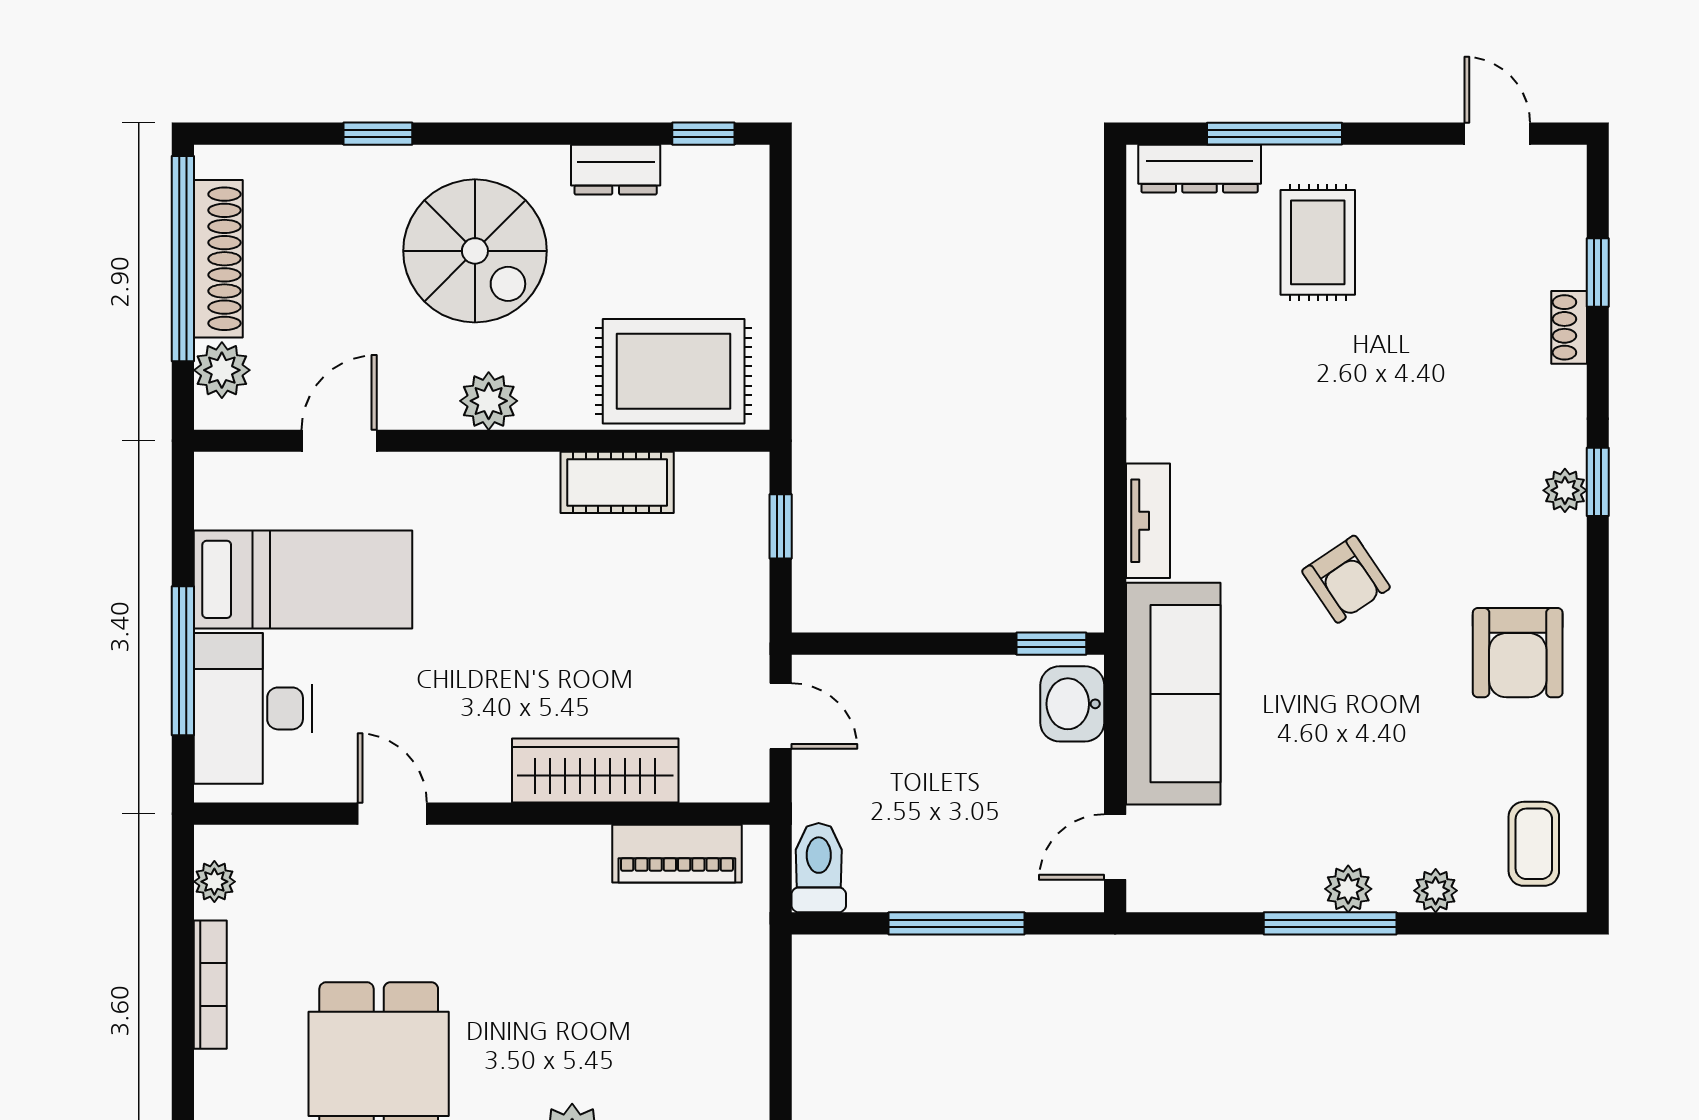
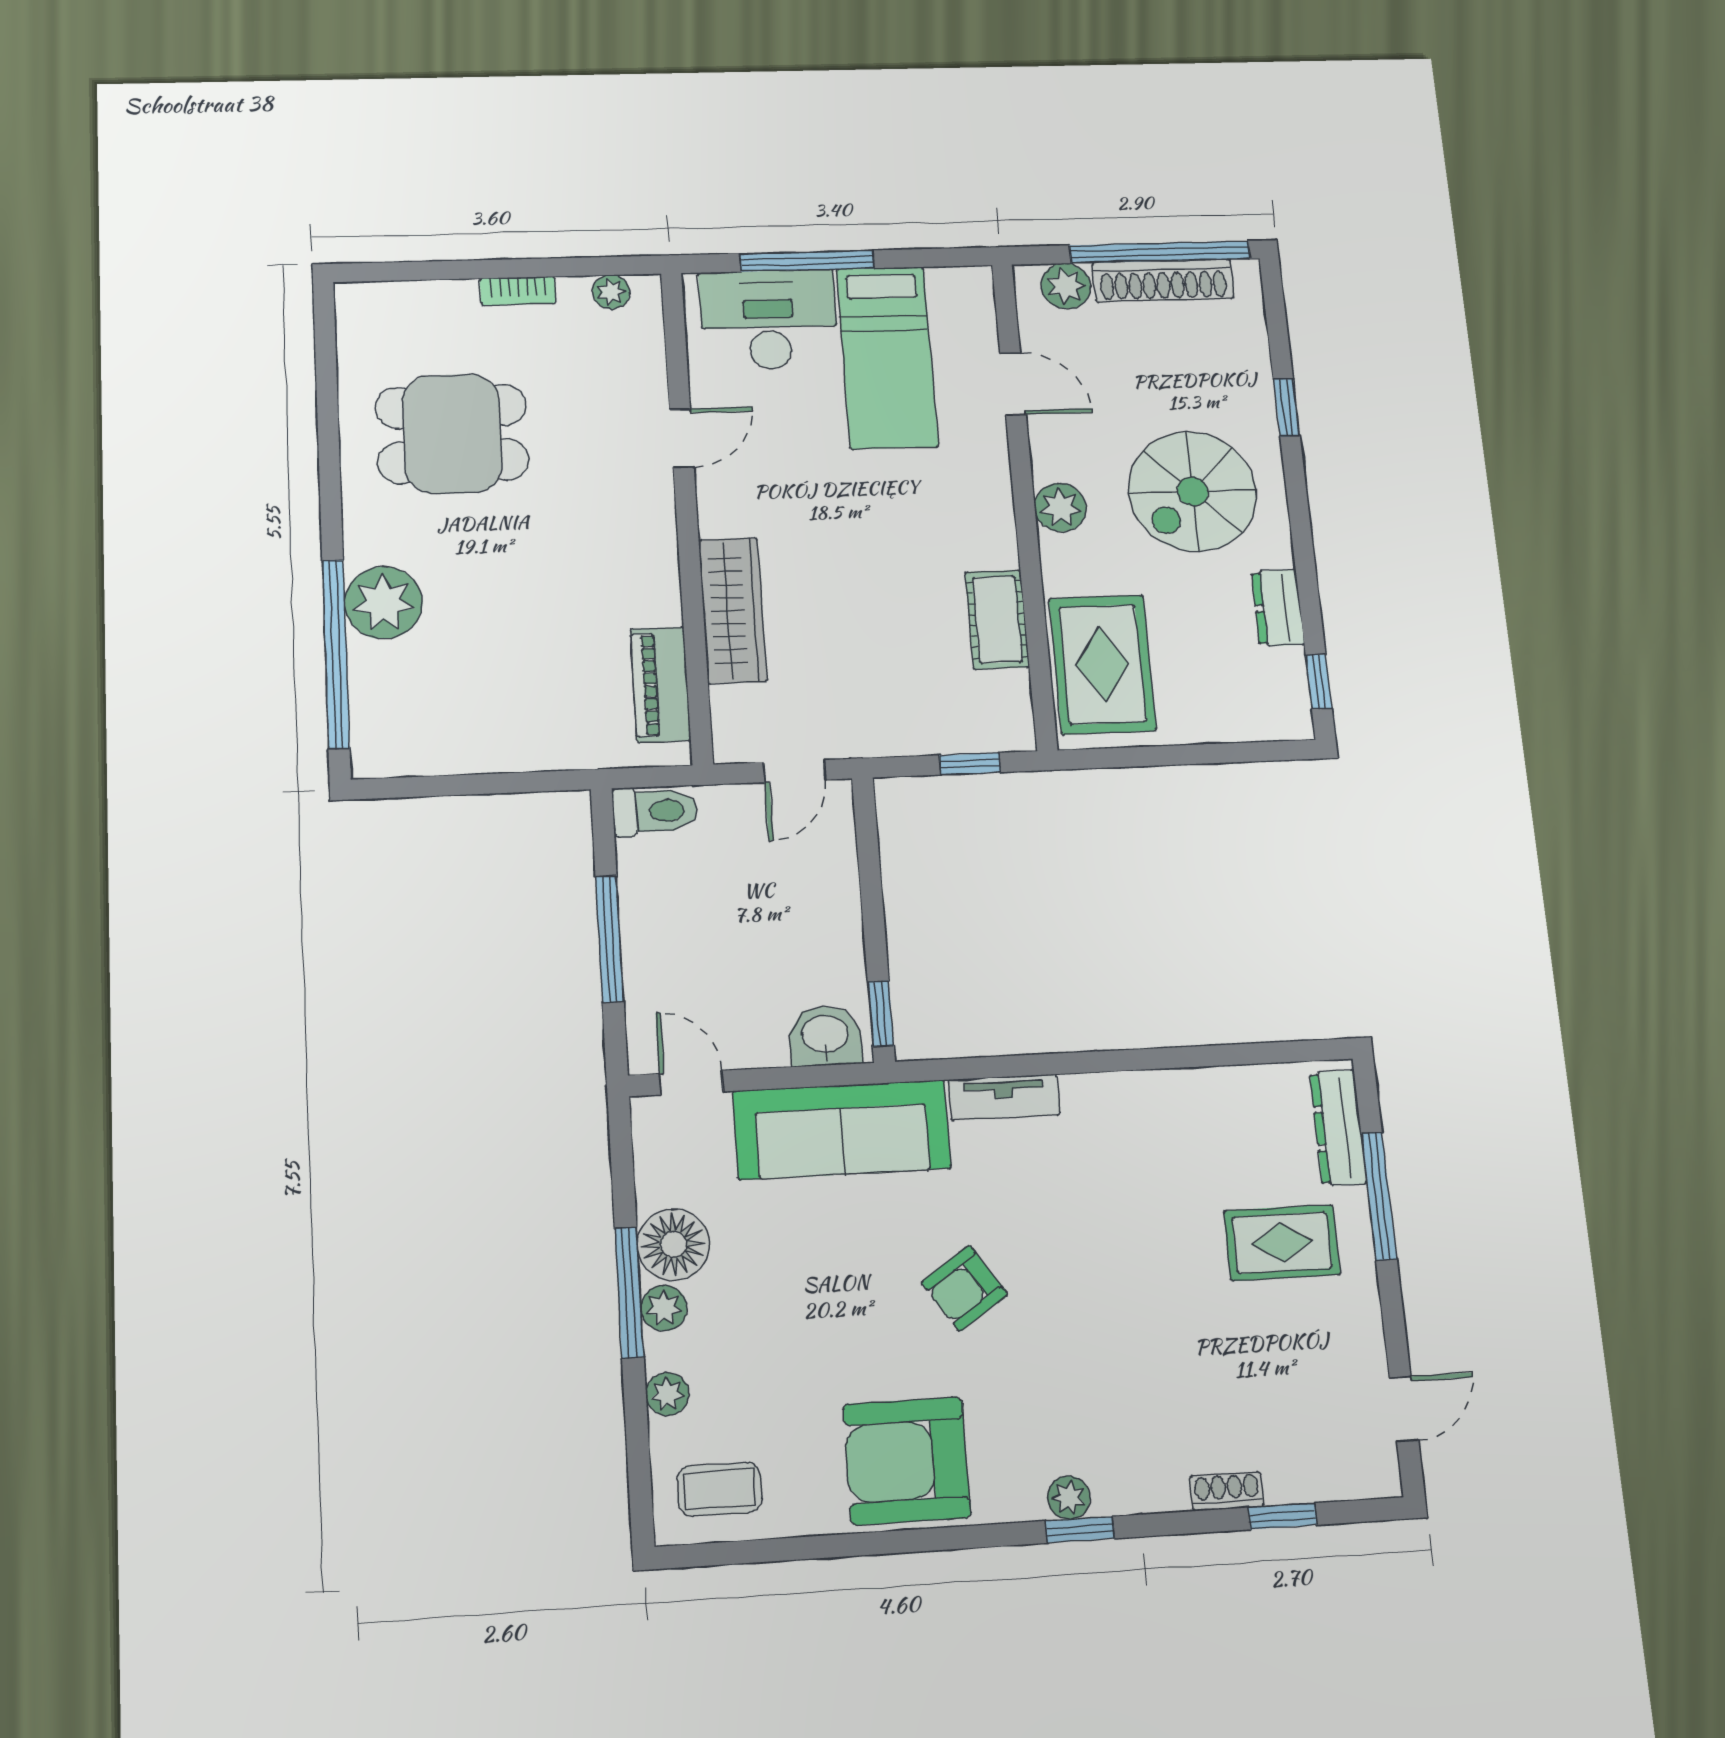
armchair: (1518, 653) -> (907, 1461), width x1.36, depth x1.36
floor lamp: (1283, 875) -> (673, 1244), added
bookcase: (210, 985) -> (518, 291), width x0.64

